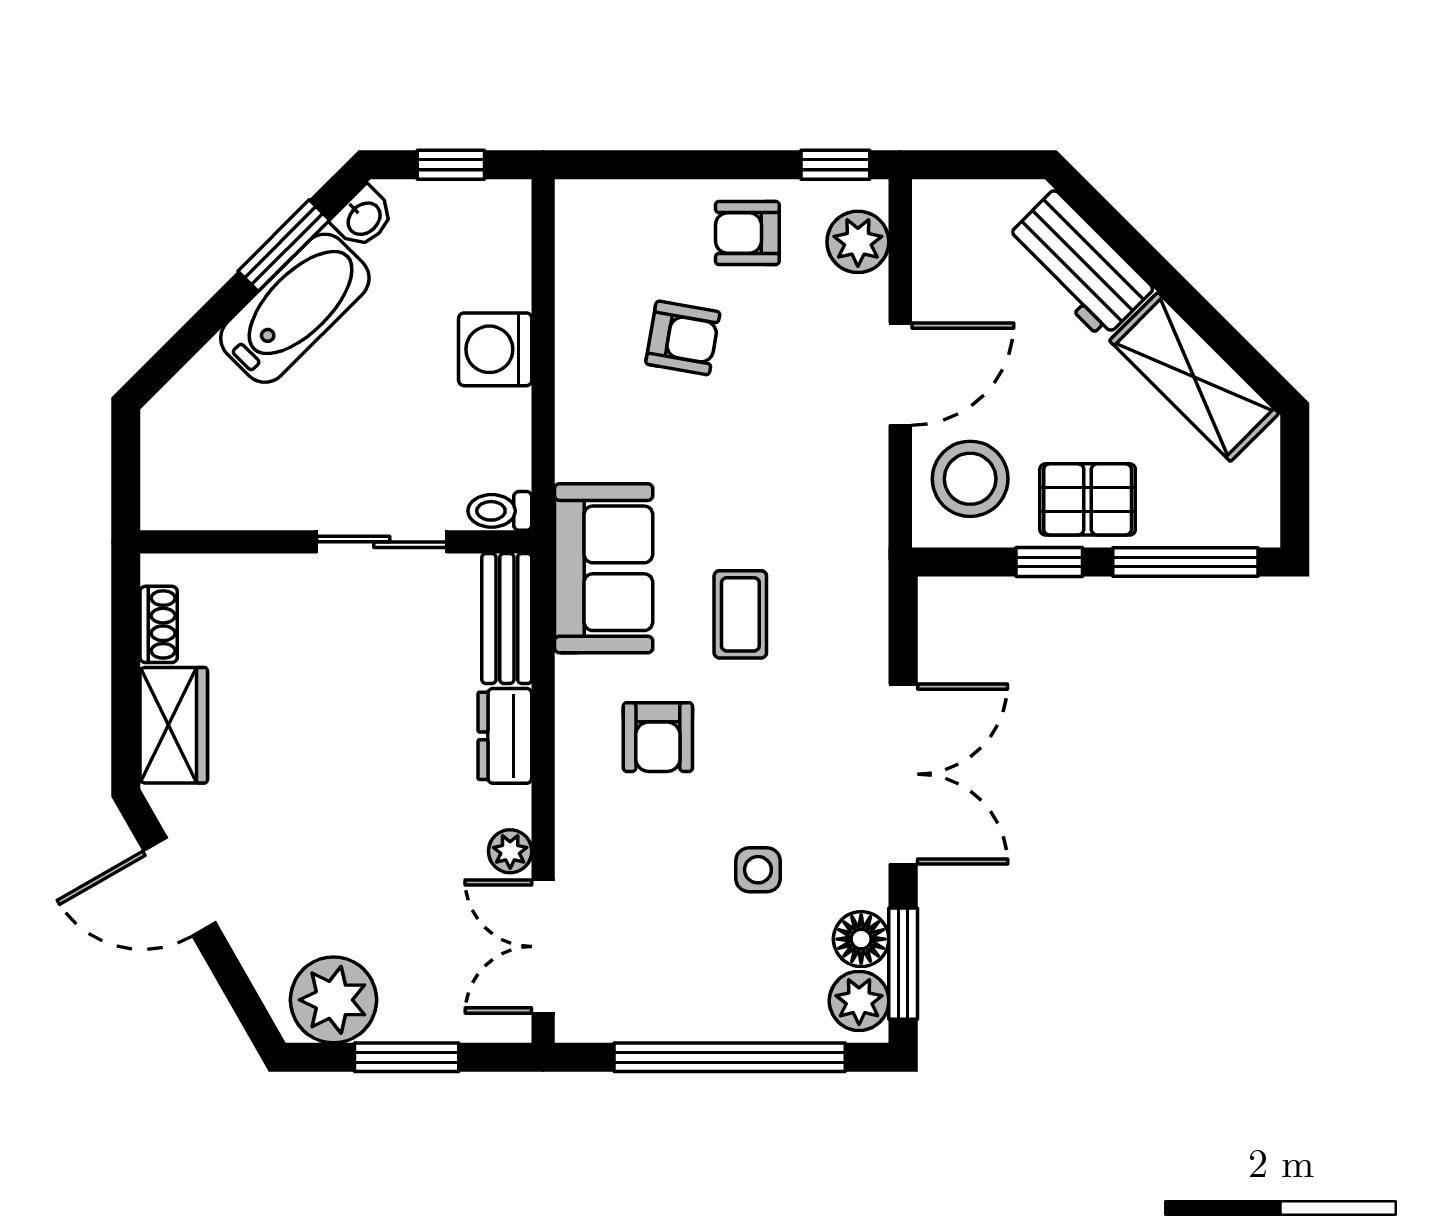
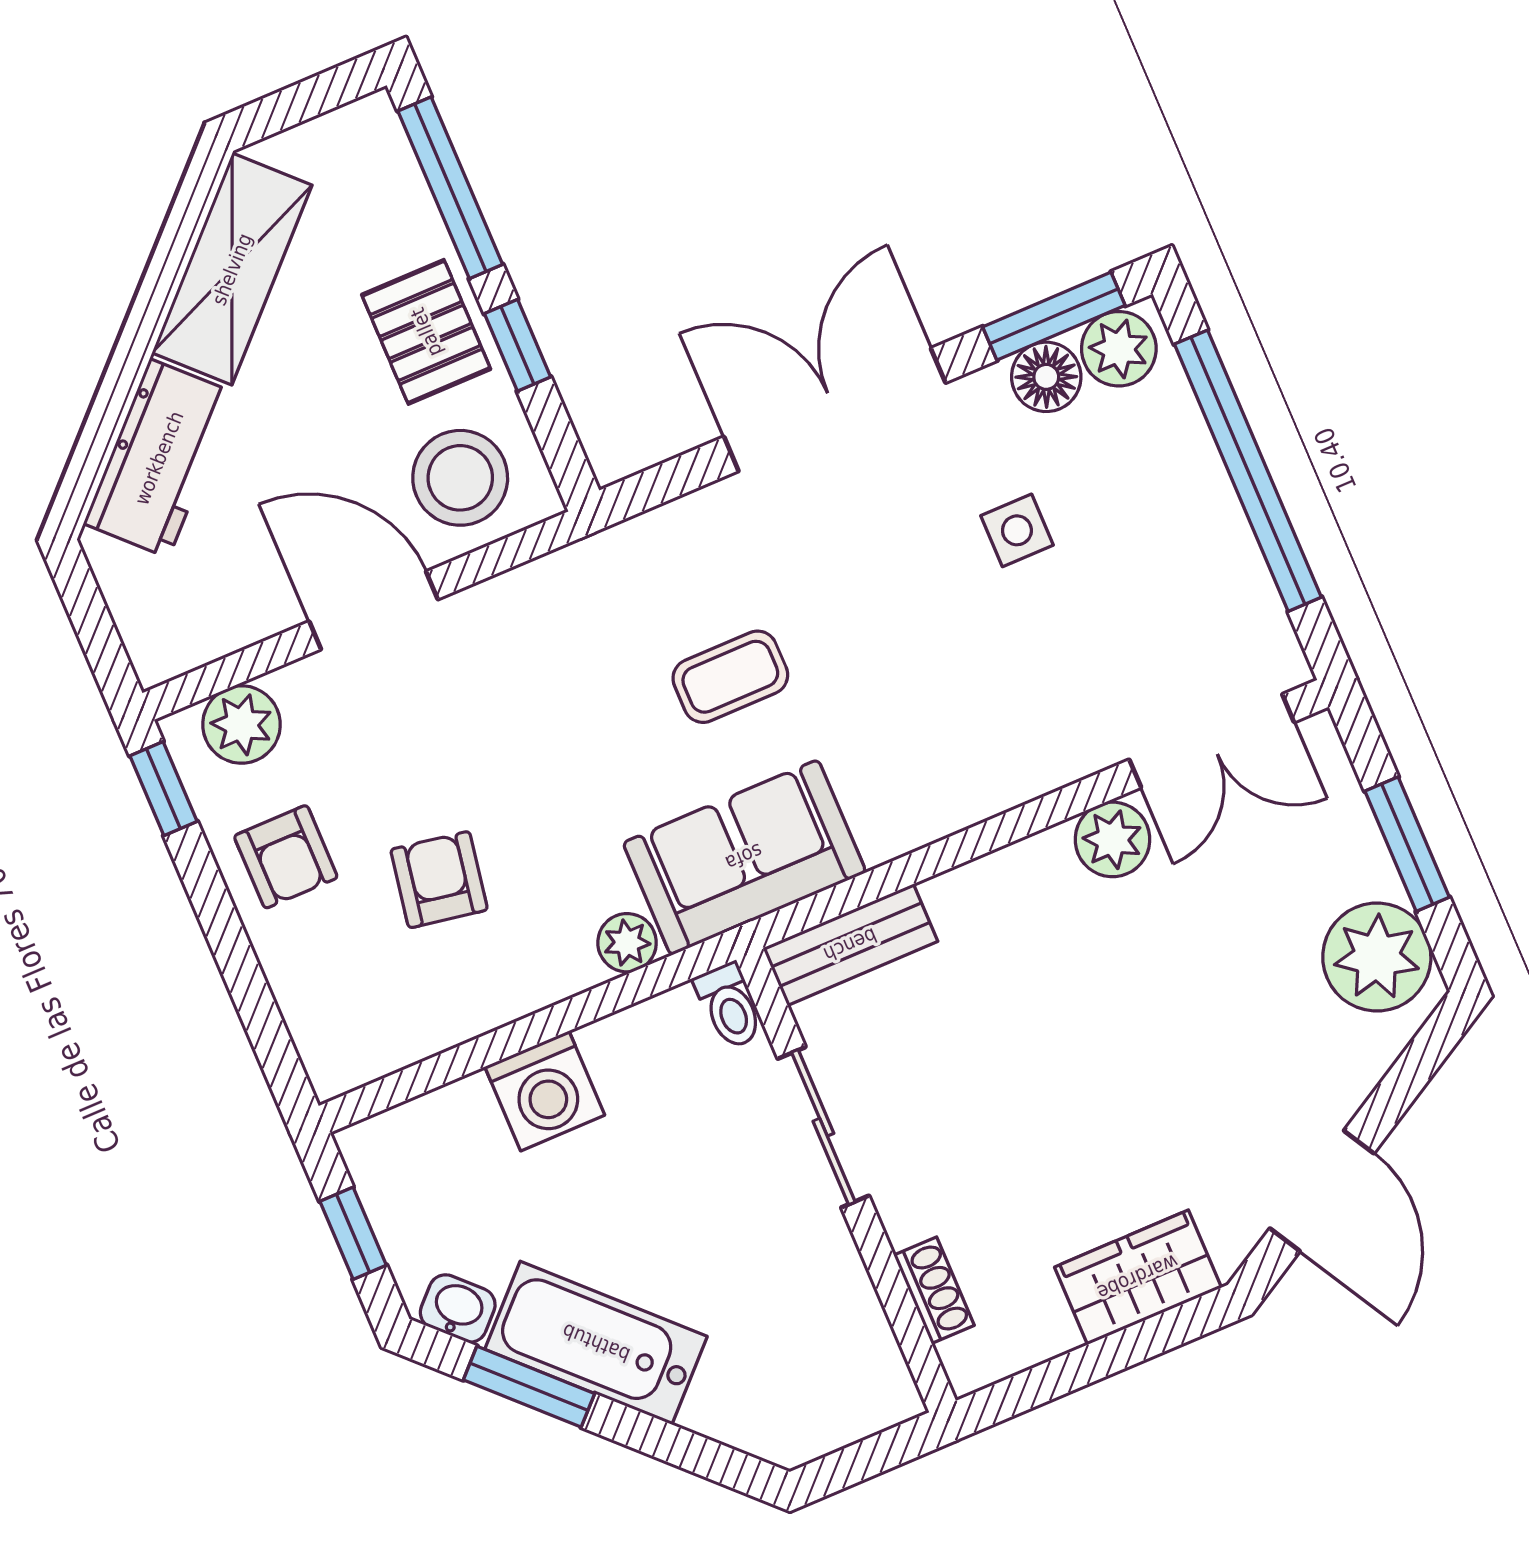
plant: (578, 456) -> (627, 943), added
shoe rack: (159, 624) -> (934, 1290), moved, turned 90
dresser: (505, 736) -> (987, 889), removed
armchair: (658, 737) -> (913, 712), removed
plant: (510, 851) -> (1112, 839), width x1.38, depth x1.38

